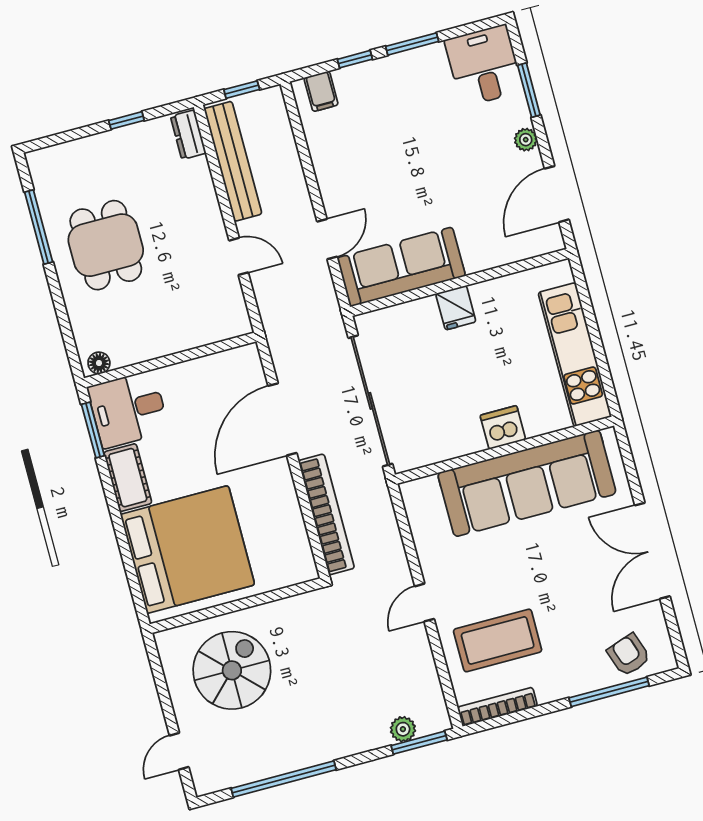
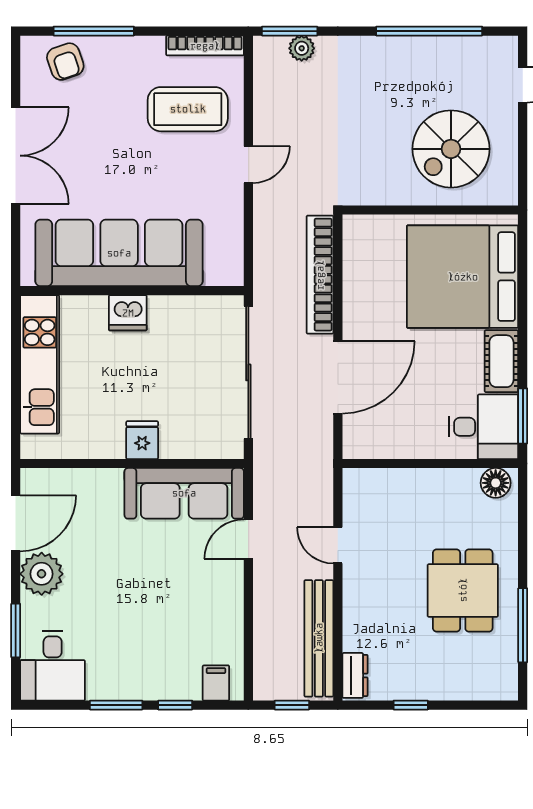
plant: (526, 140) -> (42, 574), width x1.87, depth x1.87
floor lamp: (99, 363) -> (496, 483), width x1.37, depth x1.37

